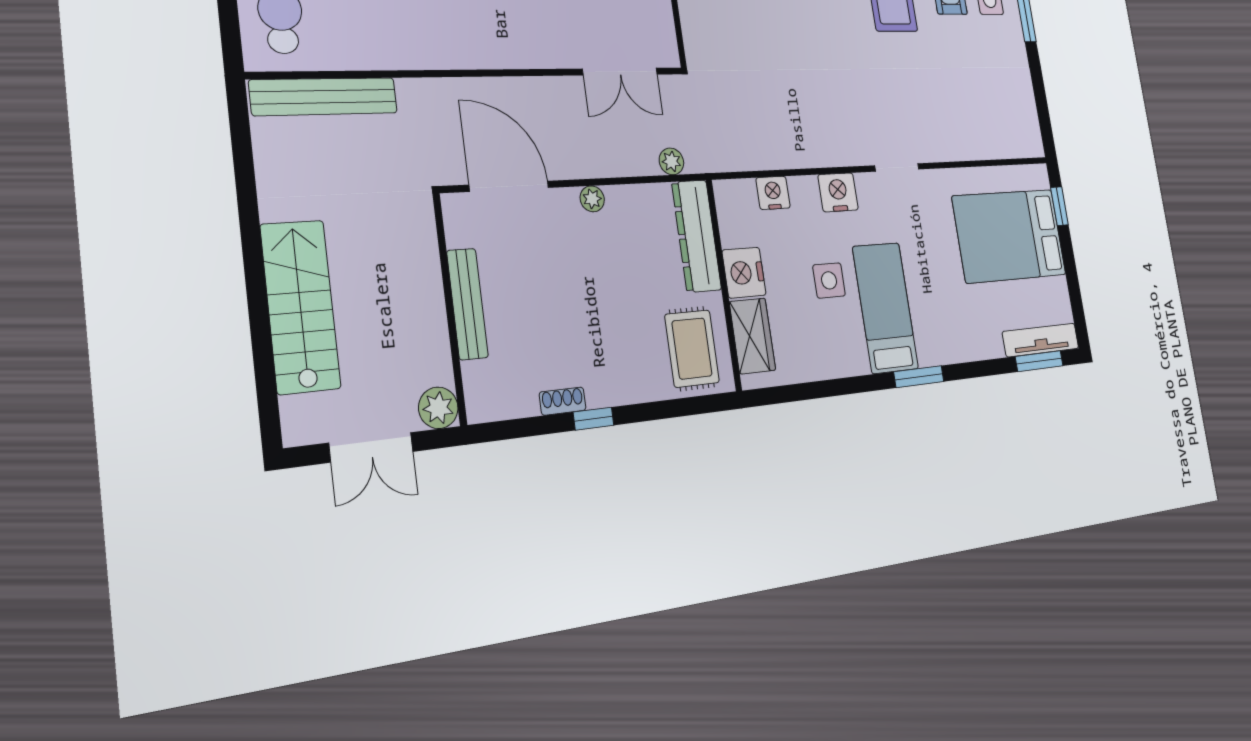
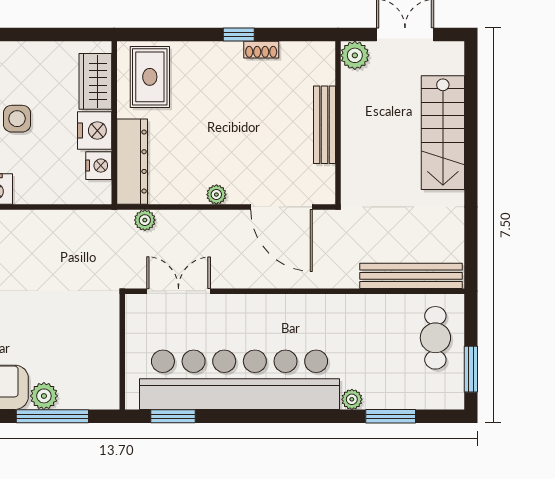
nightstand: (773, 193) -> (99, 166), moved, turned -90

